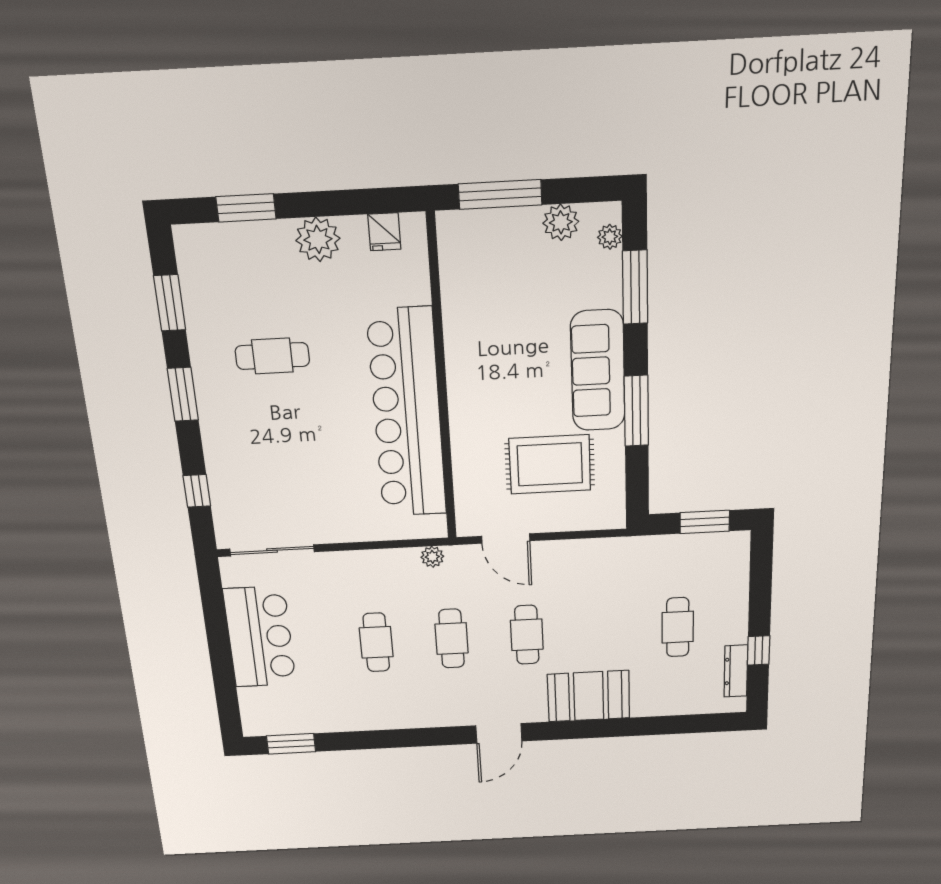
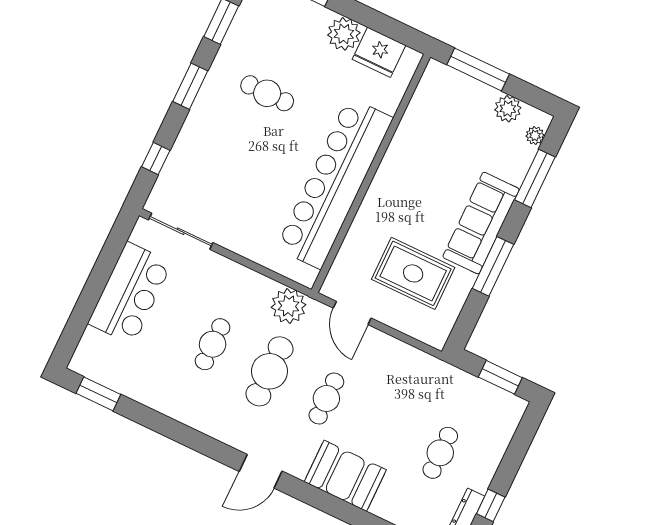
fridge: (384, 232) -> (379, 52), width x1.88, depth x1.34
plant: (432, 557) -> (289, 306), width x1.87, depth x1.87
cafe table: (452, 639) -> (269, 371), width x1.37, depth x1.35

